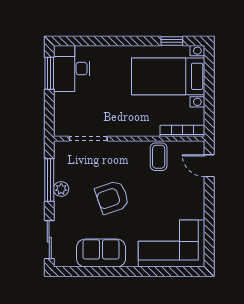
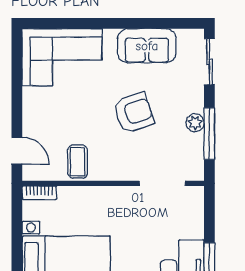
bookcase: (182, 131) -> (39, 193), width x0.64

